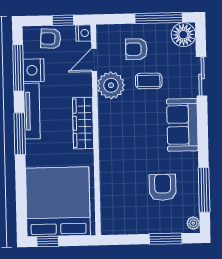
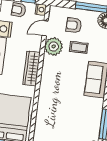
armchair: (163, 187) -> (77, 118), removed

